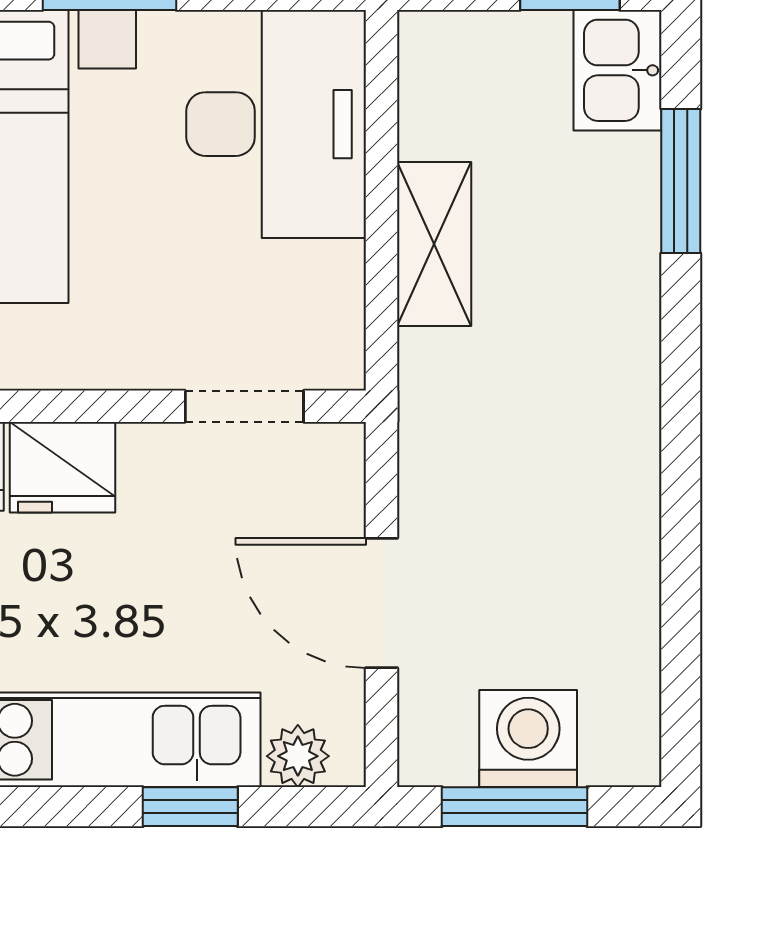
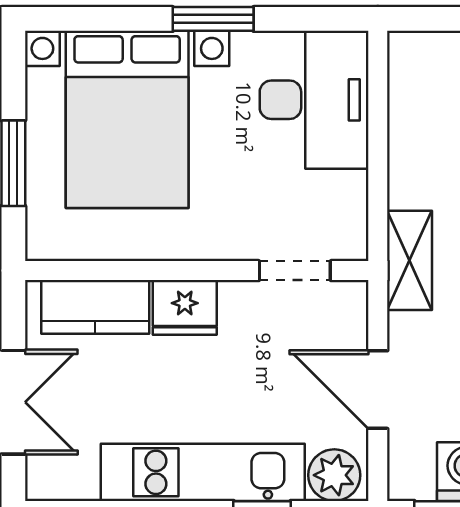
shelving: (434, 244) -> (410, 260), moved
plant: (298, 756) -> (334, 475), width x1.38, depth x1.38

